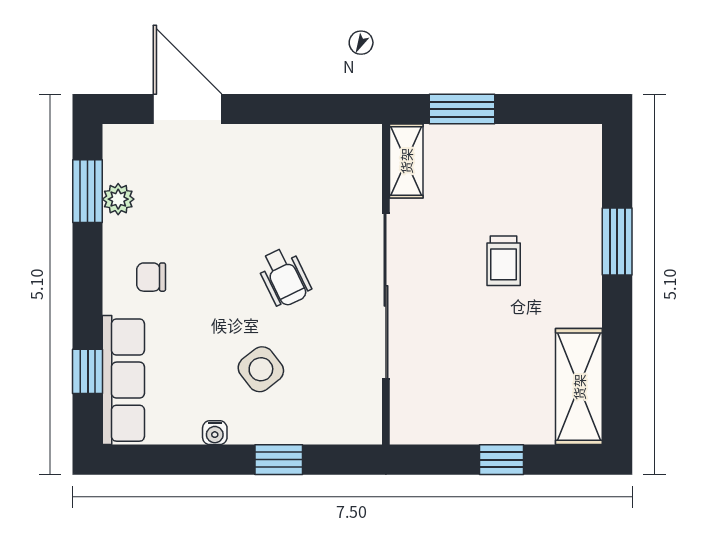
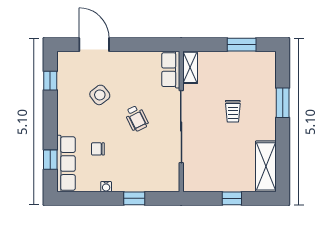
window: (462, 109) -> (242, 45), moved
row of seats: (362, 166) -> (171, 70), added
window: (88, 191) -> (50, 81), width x0.67
plant: (118, 199) -> (64, 84), removed
chair: (151, 277) -> (98, 149), moved
side table: (261, 369) -> (100, 95), moved

